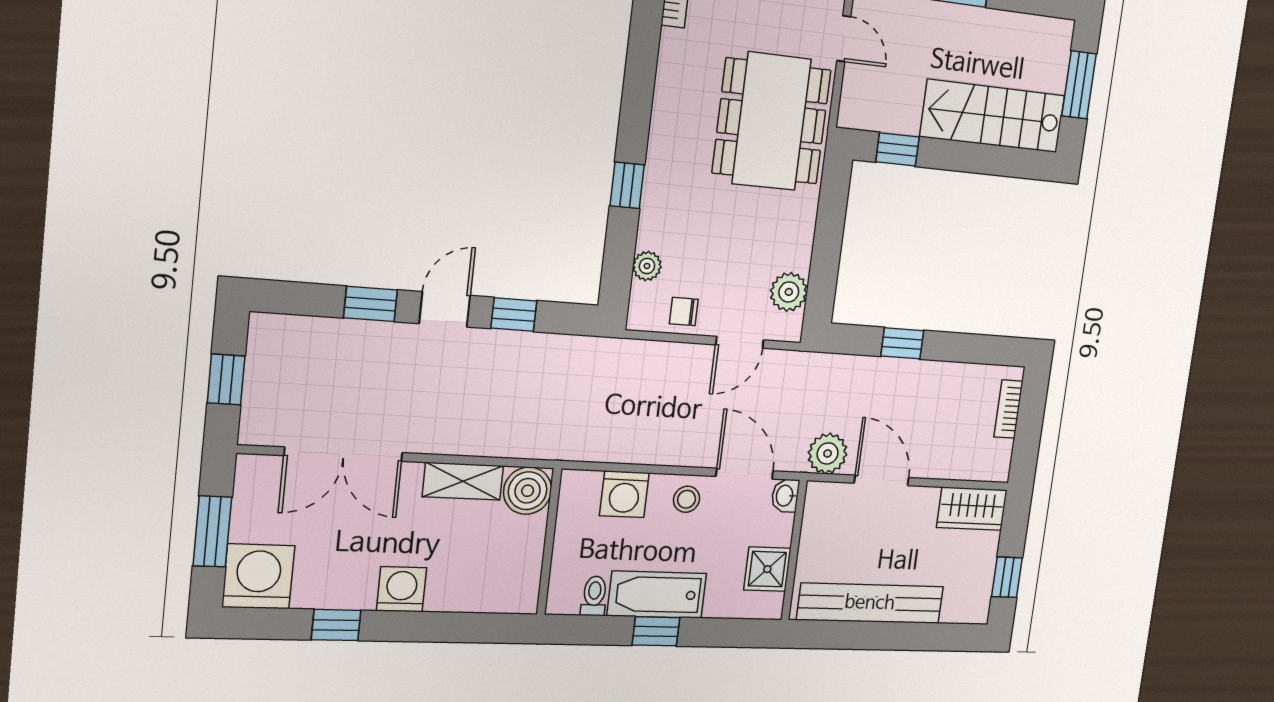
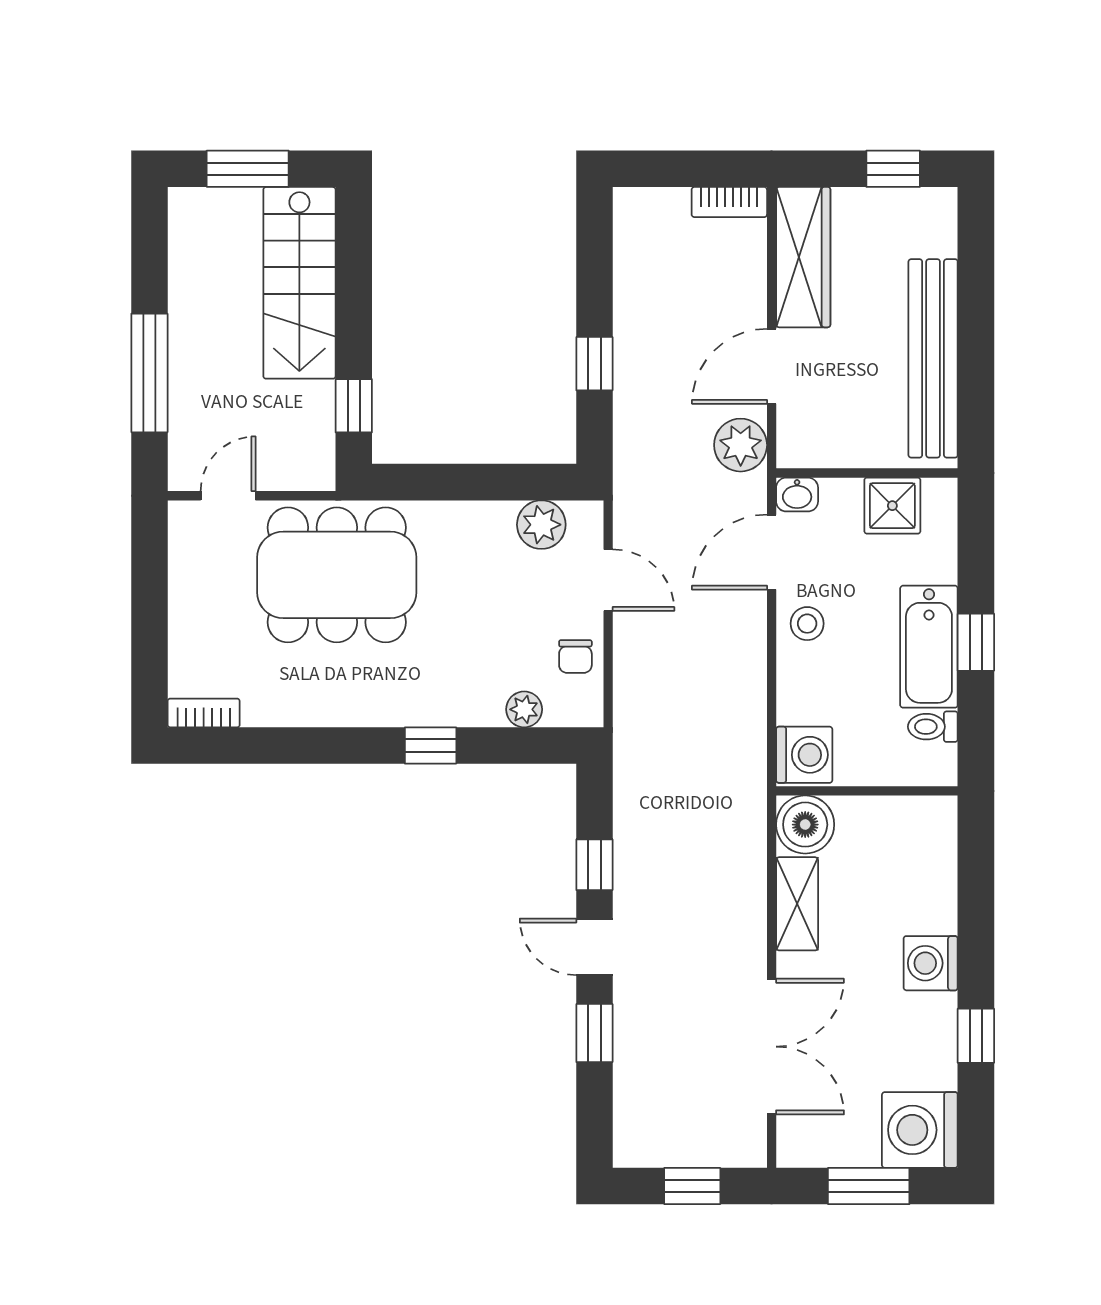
bookcase: (1008, 409) -> (729, 202), moved
washing machine: (624, 494) -> (804, 755), moved
wardrobe: (972, 509) -> (803, 257), width x1.50

